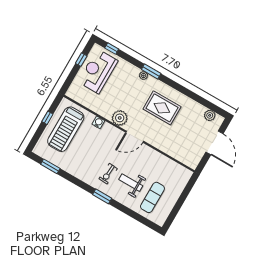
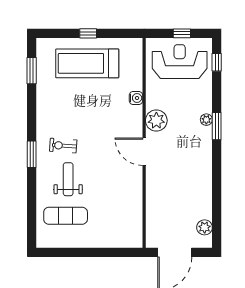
rug: (162, 108) -> (180, 165), removed
plant: (120, 118) -> (156, 121), moved
water cooler: (98, 122) -> (136, 98), moved
wall: (129, 134) -> (144, 143), moved
door: (135, 137) -> (144, 152), moved

